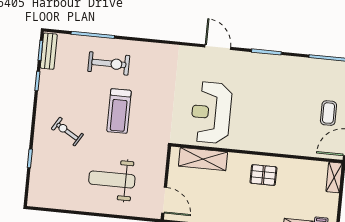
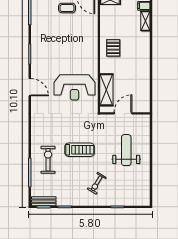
door: (218, 47) -> (30, 87), swing flipped
weight bench: (112, 179) -> (126, 150), turned 180
door: (164, 200) -> (123, 113), moved

